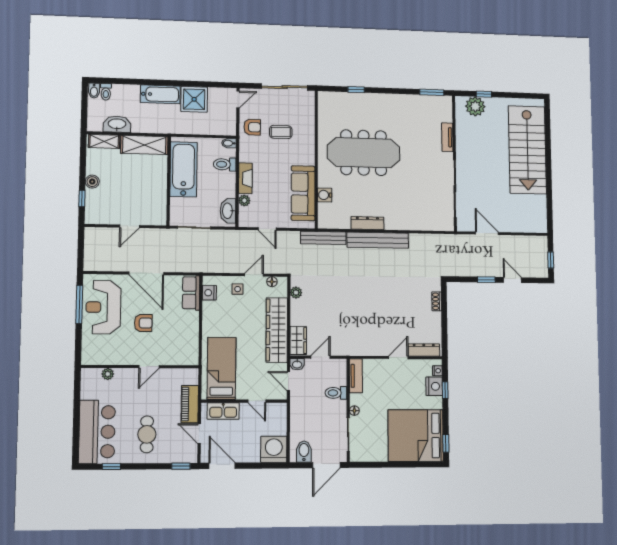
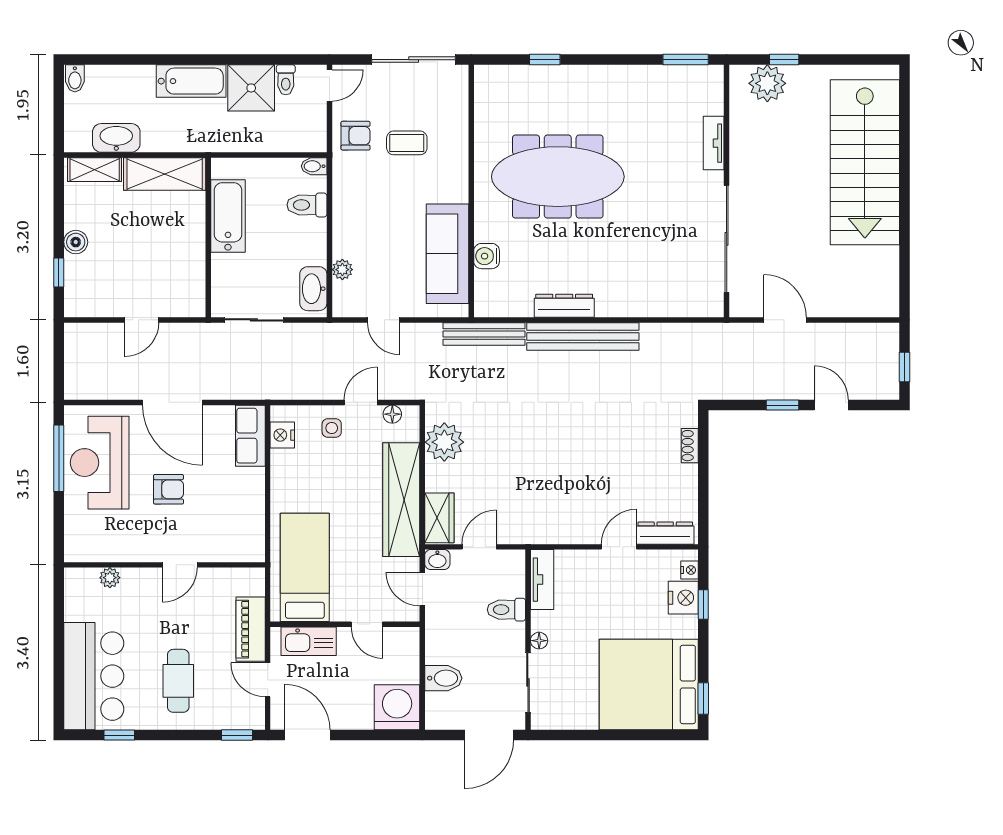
toilet: (106, 92) -> (286, 80), moved
bathtub: (184, 169) -> (228, 216), width x0.73, depth x0.73
fireplace: (245, 178) -> (344, 229), removed
plant: (296, 293) -> (444, 442), width x1.88, depth x1.88
bidet: (304, 452) -> (443, 678), moved, turned 90

